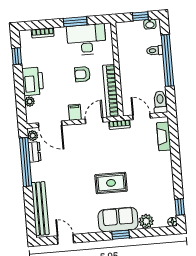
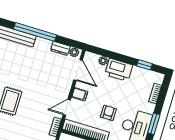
door: (94, 121) -> (67, 107), swing flipped
door: (50, 124) -> (78, 70), swing flipped
window: (26, 162) -> (35, 32), moved

